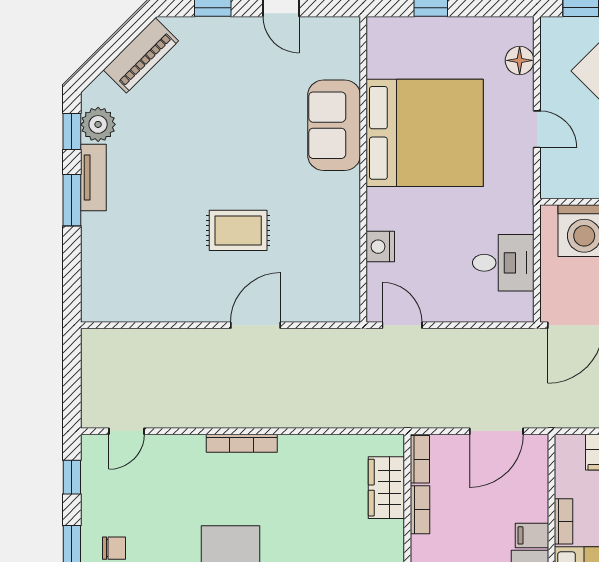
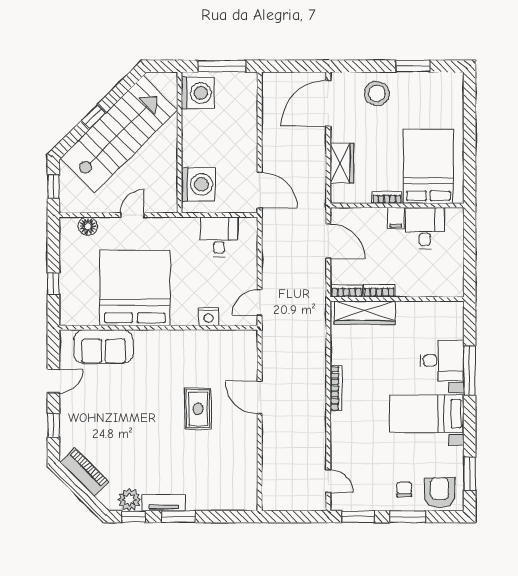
sofa: (334, 125) -> (103, 347), moved
bookcase: (242, 443) -> (336, 388), moved
window: (72, 477) -> (358, 517), width x1.50
wardrobe: (386, 488) -> (365, 313), width x1.50

